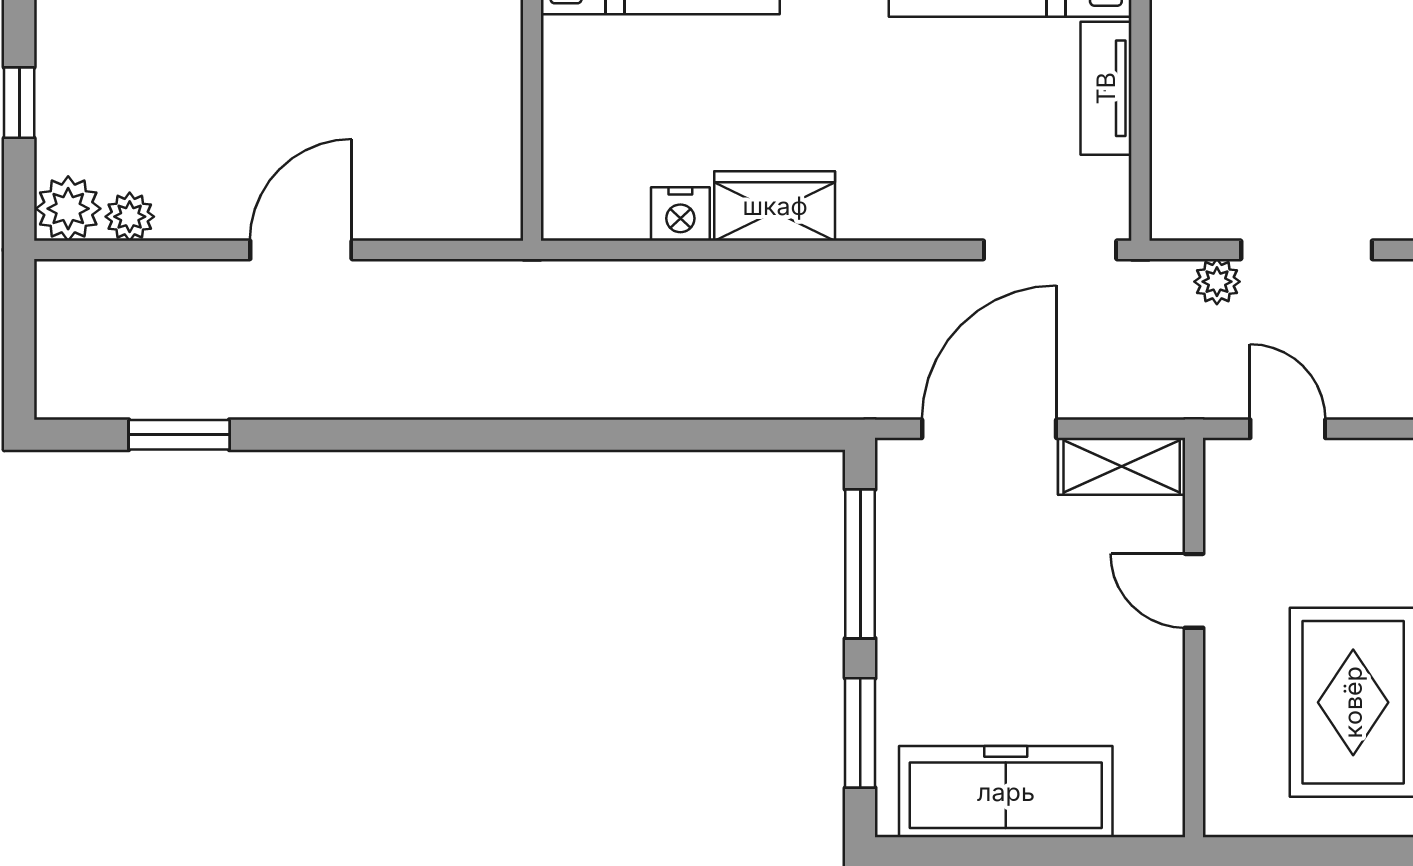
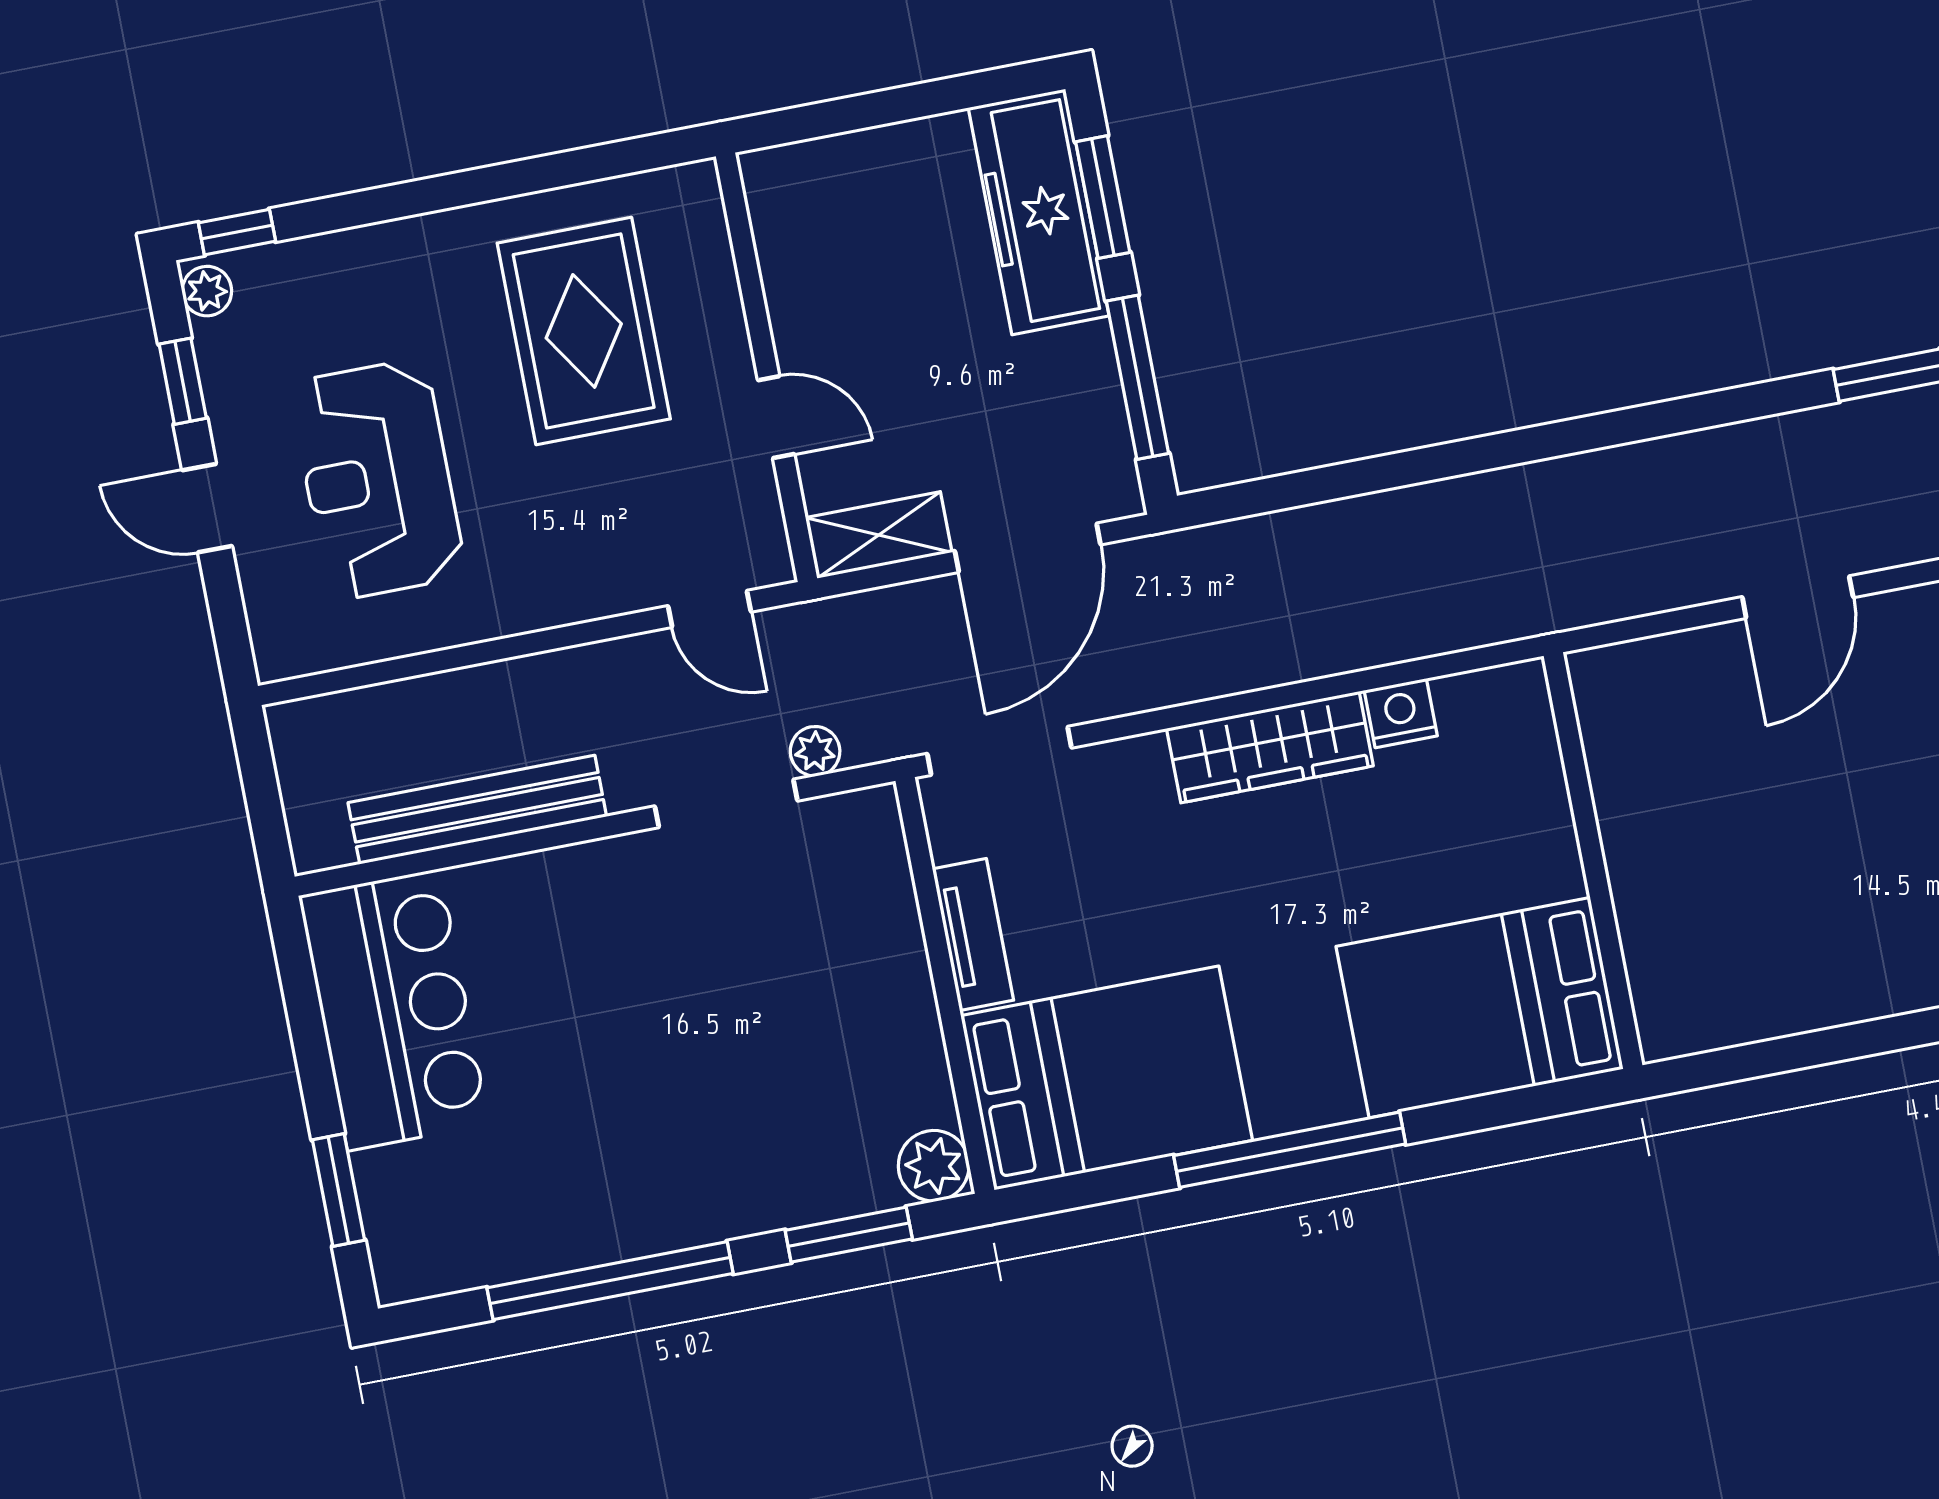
wardrobe: (775, 206) -> (1270, 747), width x1.50
freezer: (1006, 792) -> (1039, 212), moved, turned 90

